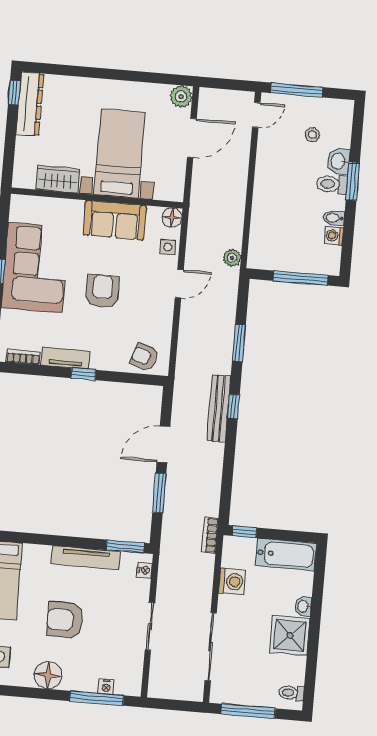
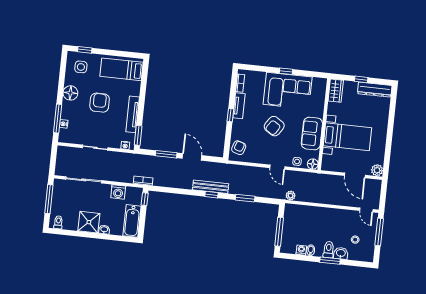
window: (14, 93) -> (361, 79), moved
wardrobe: (58, 179) -> (336, 91), moved
armchair: (102, 291) -> (274, 126), turned 123

